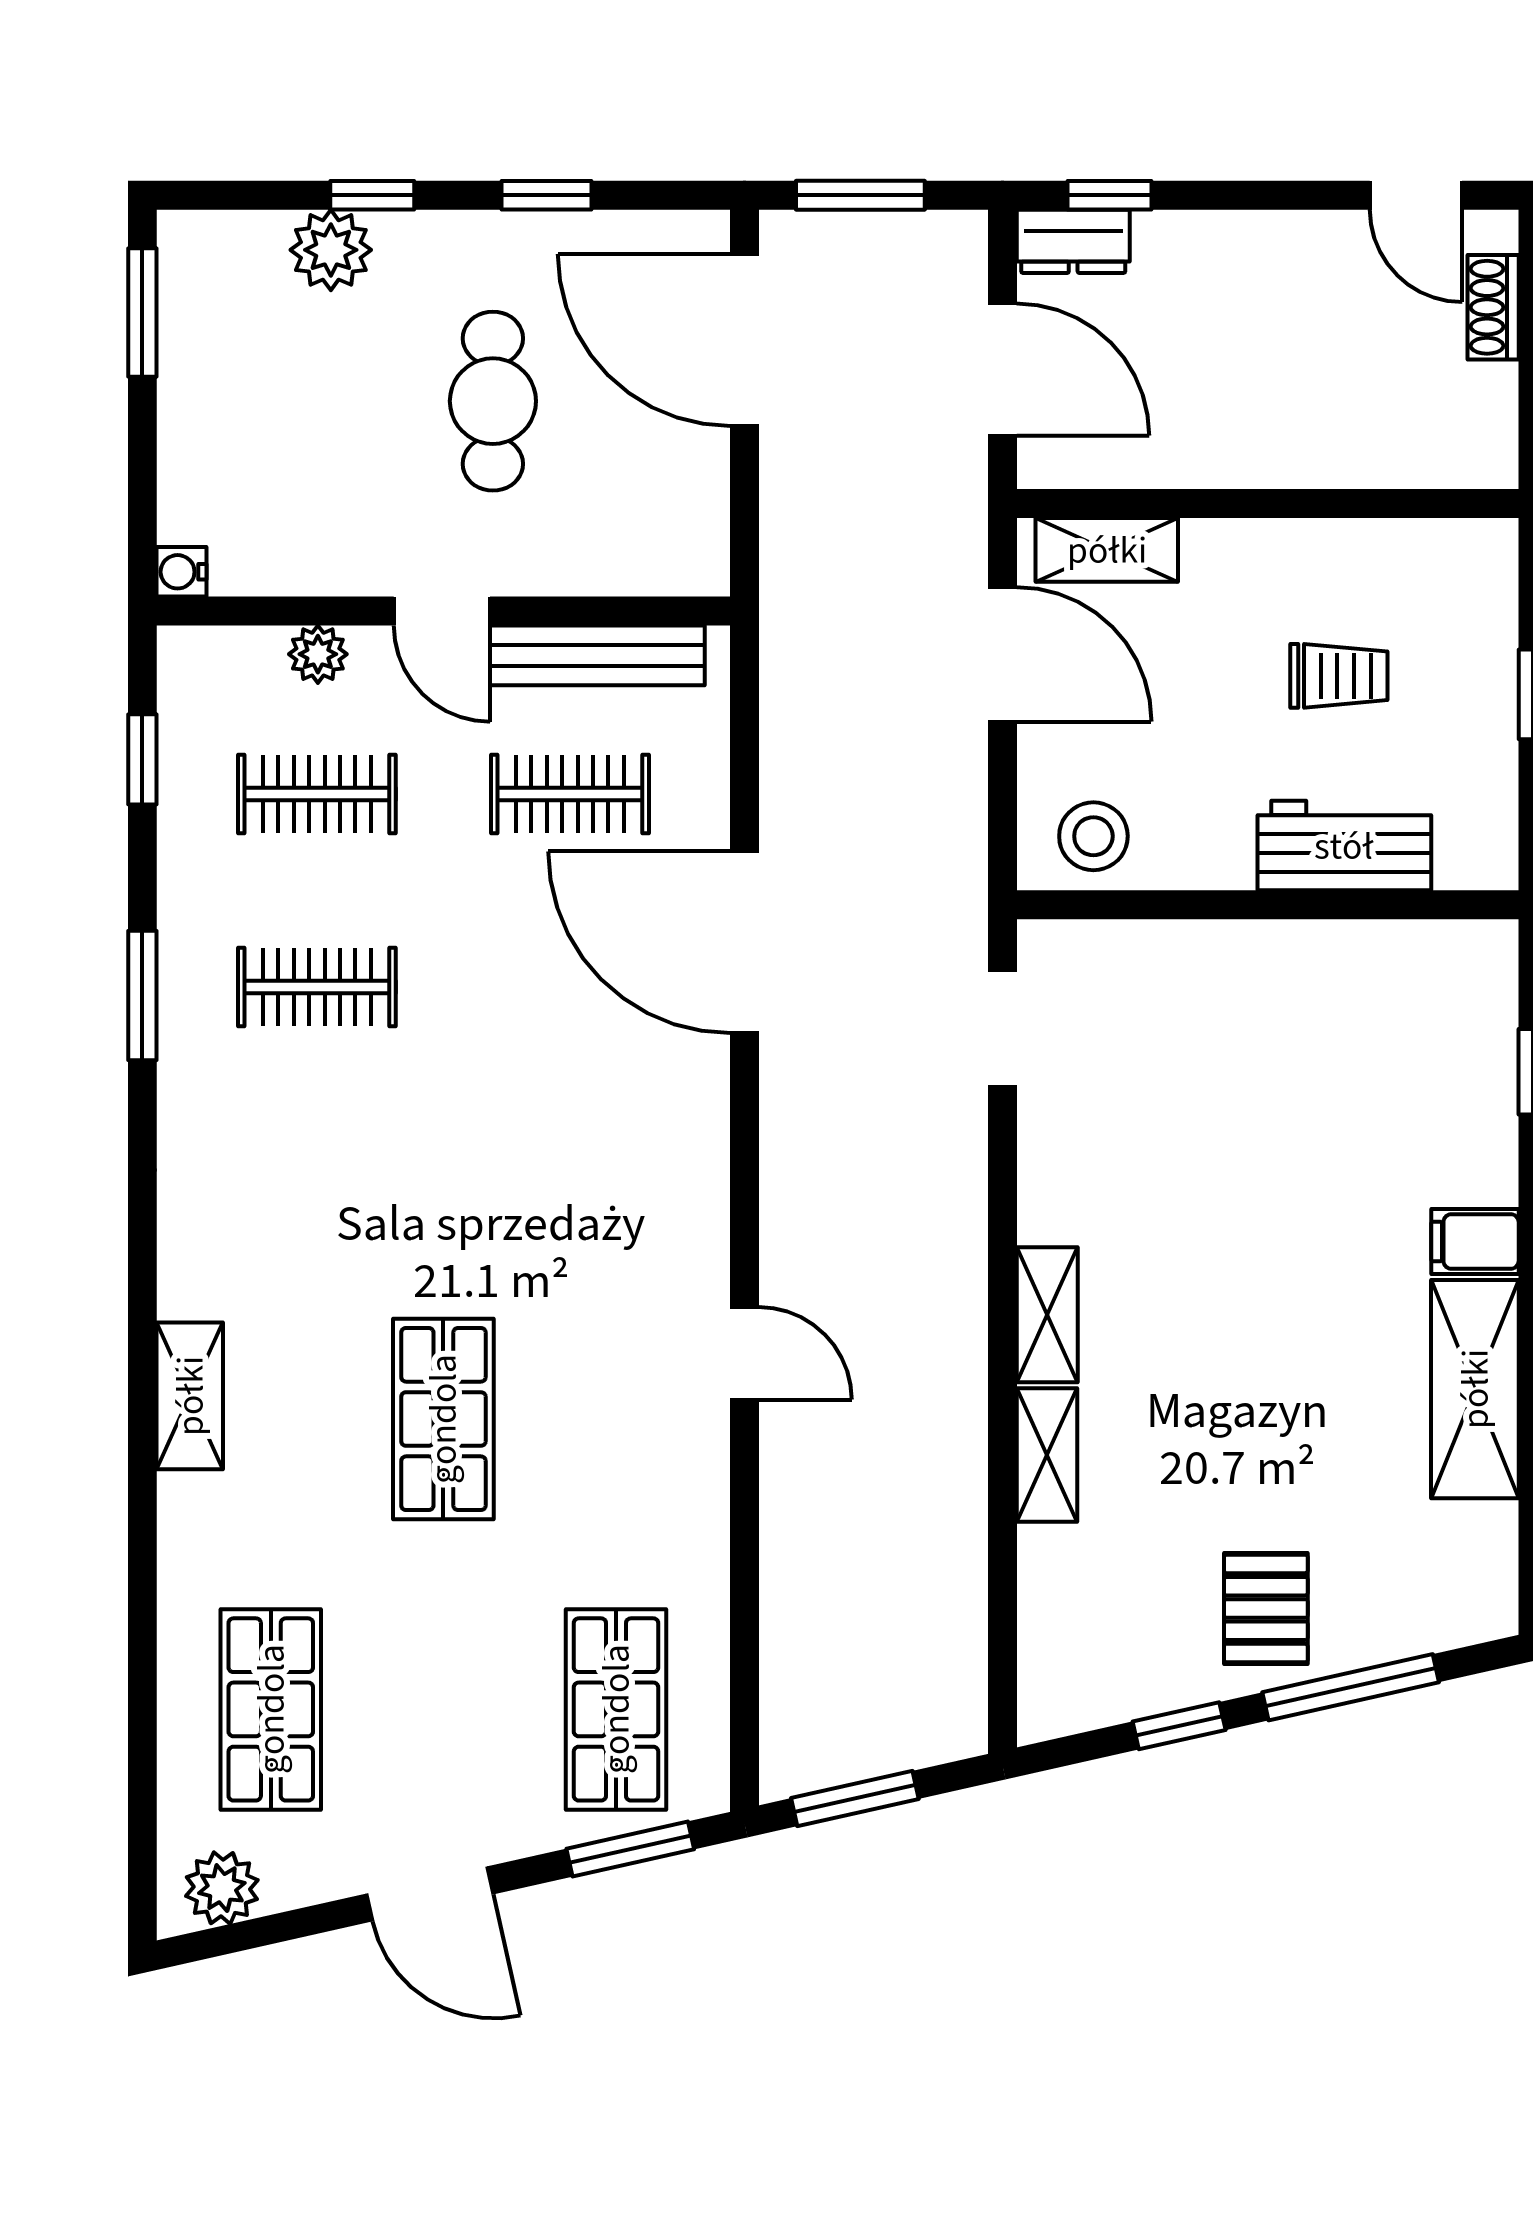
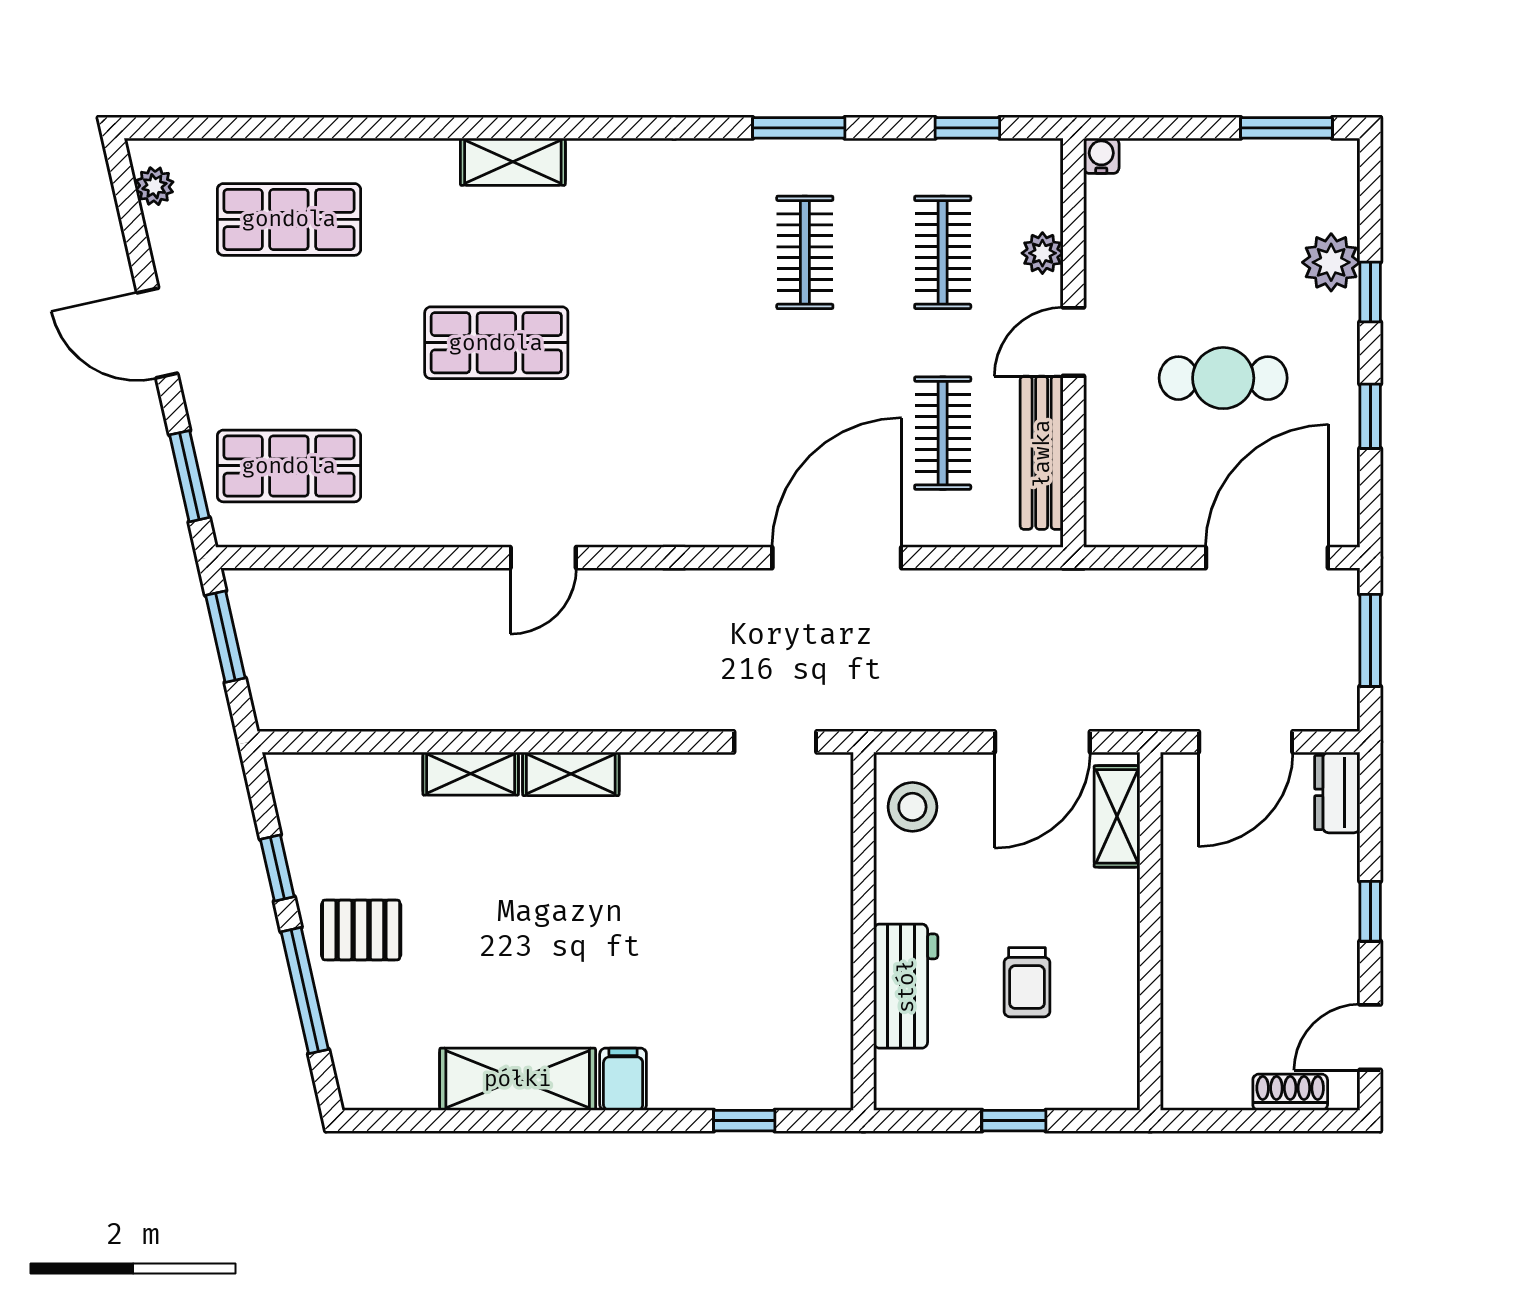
window: (1109, 195) -> (1370, 911), moved
plant: (222, 1888) -> (154, 186), width x0.73, depth x0.73
door: (430, 1894) -> (157, 333), hinge flipped

